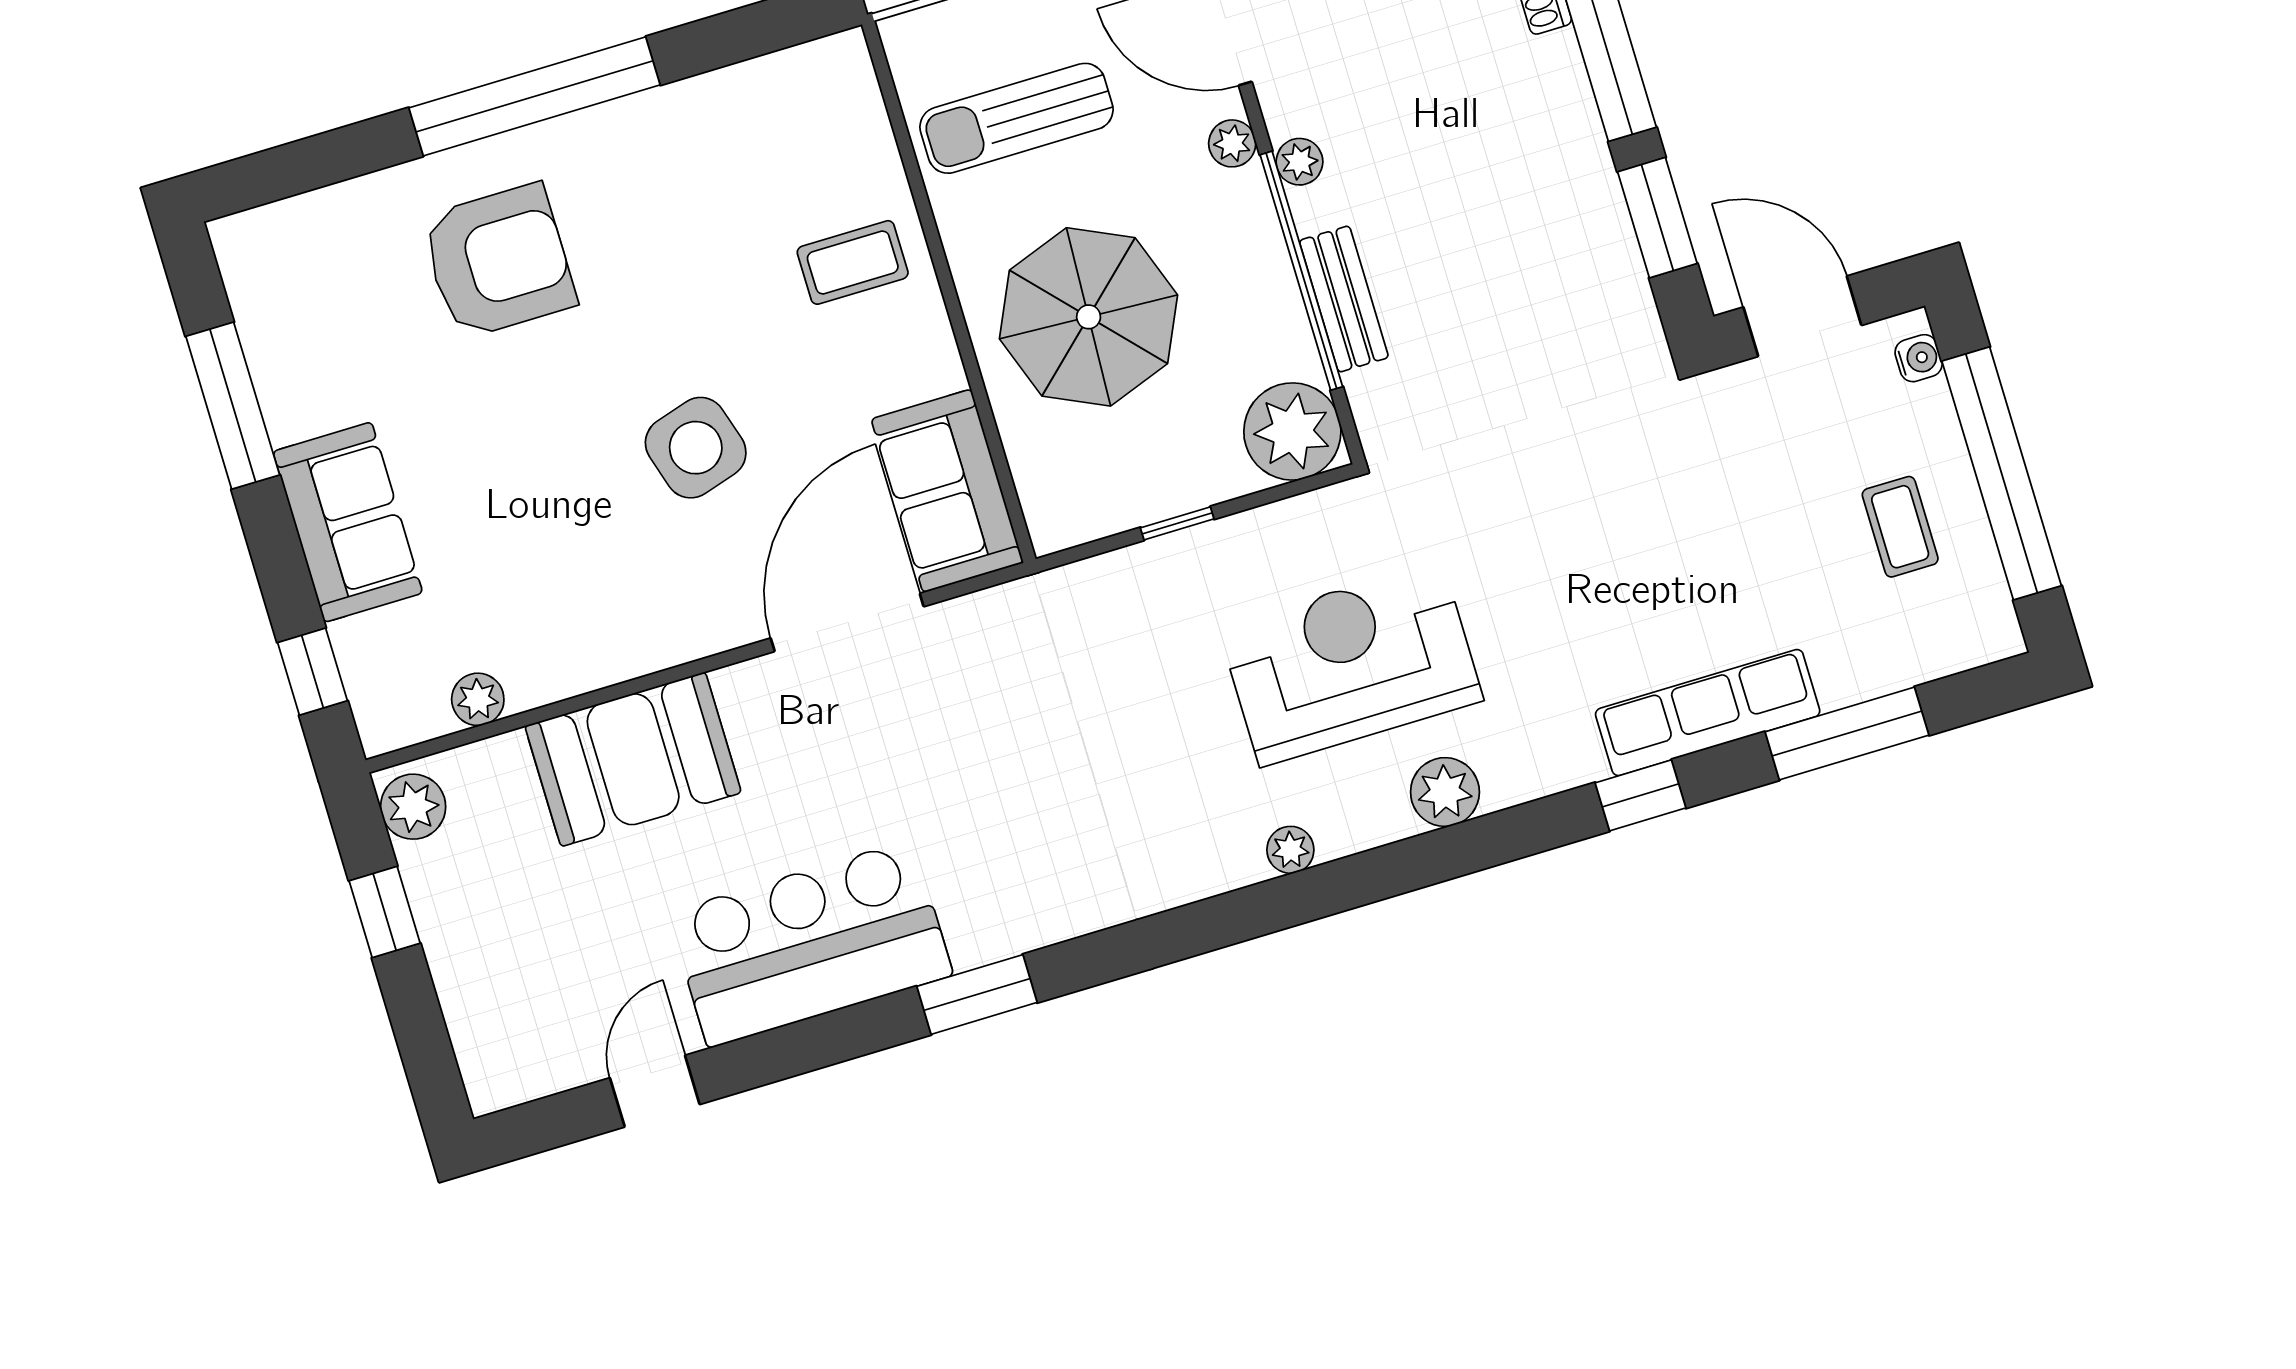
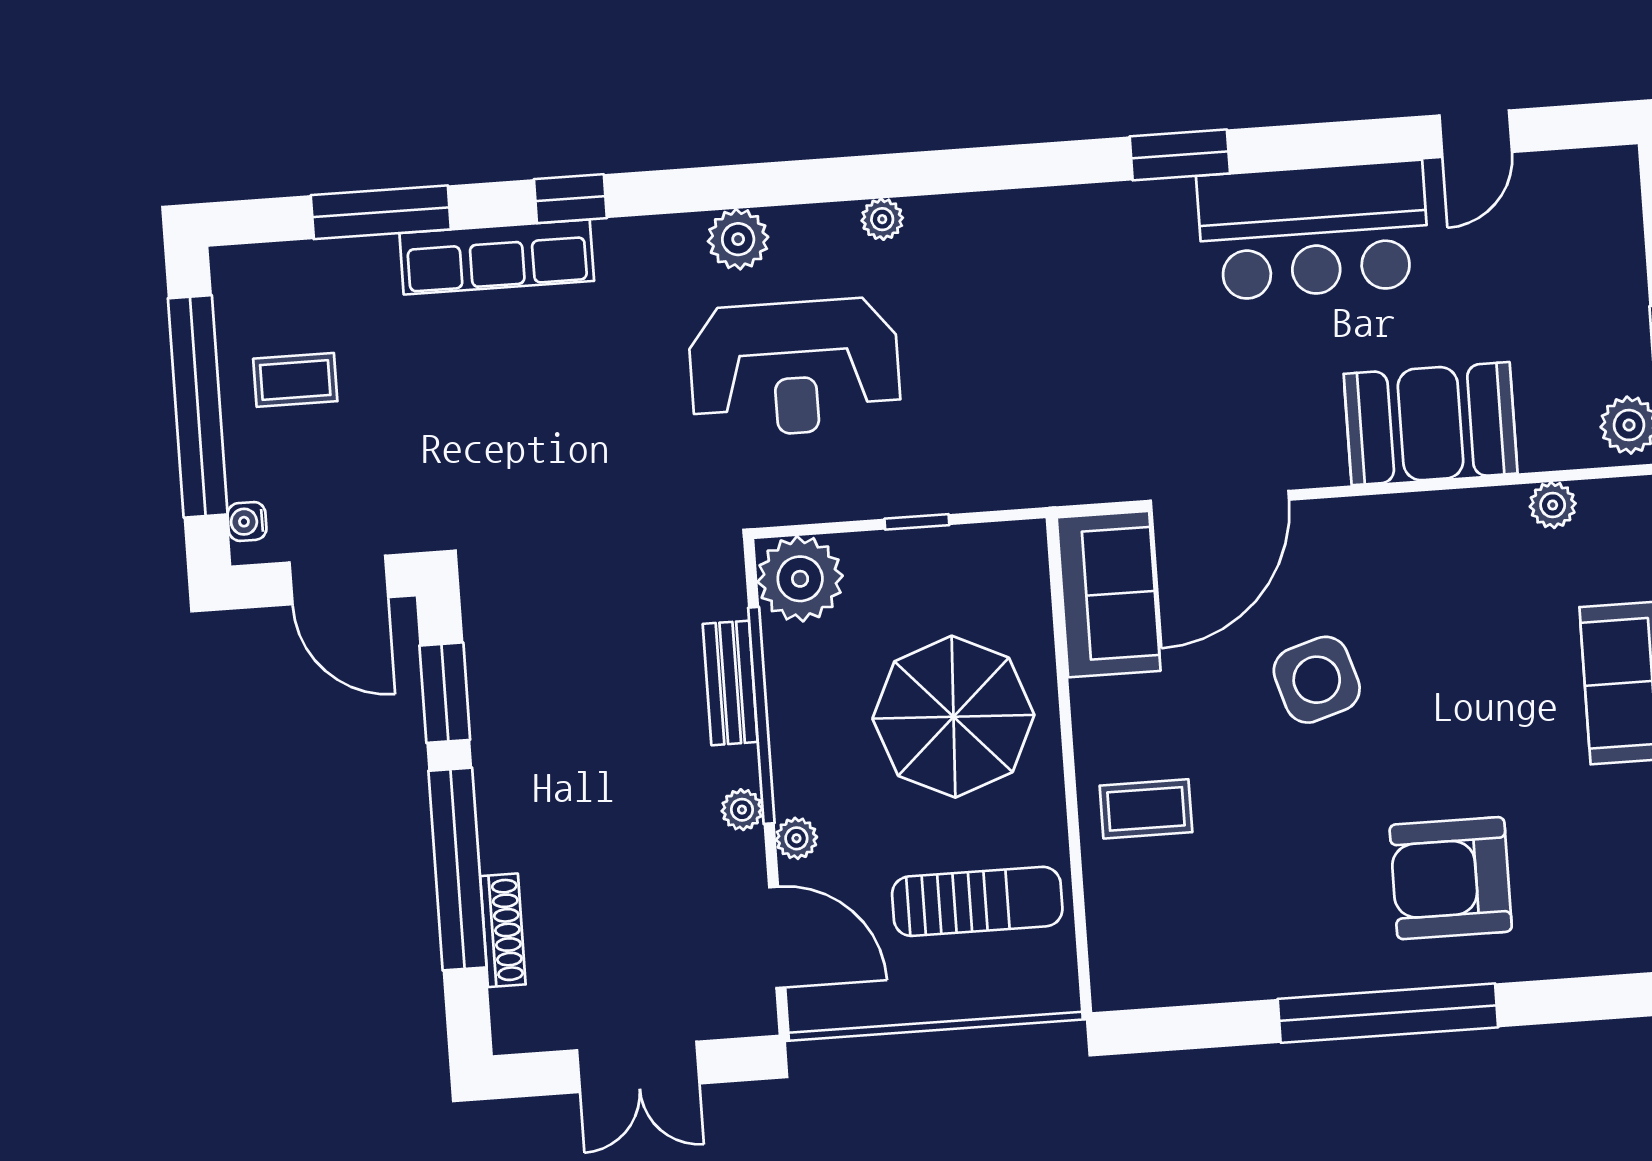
coffee table: (1900, 527) -> (295, 380), turned 90

